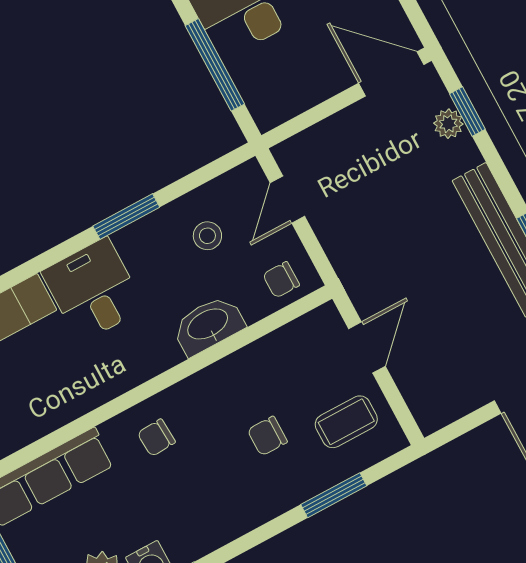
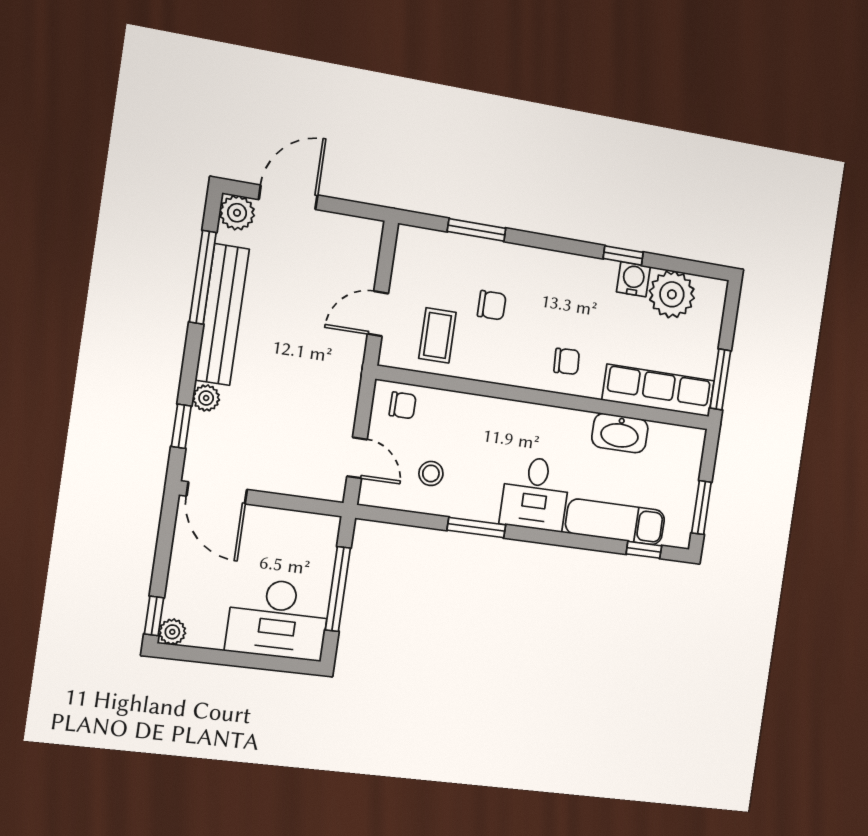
plant: (448, 124) -> (206, 398), moved
door: (287, 200) -> (357, 458), hinge flipped
washbasin: (208, 325) -> (620, 433), moved
coffee table: (346, 422) -> (437, 335), moved, turned 90

